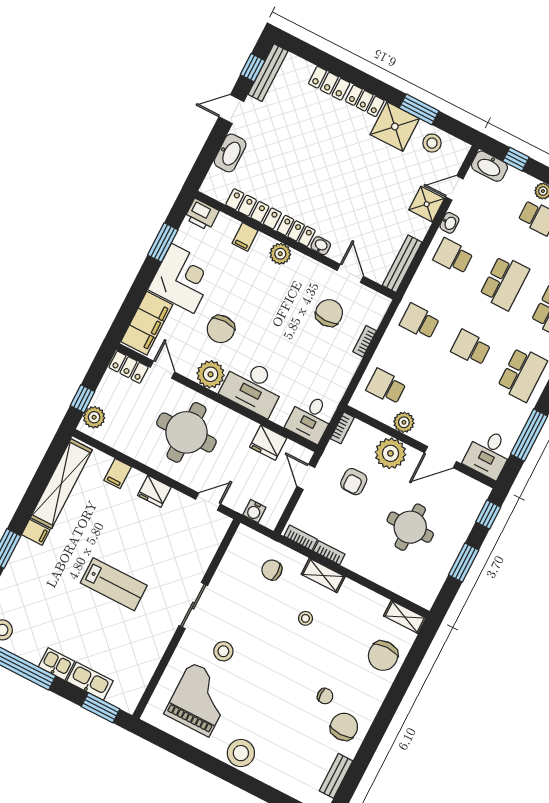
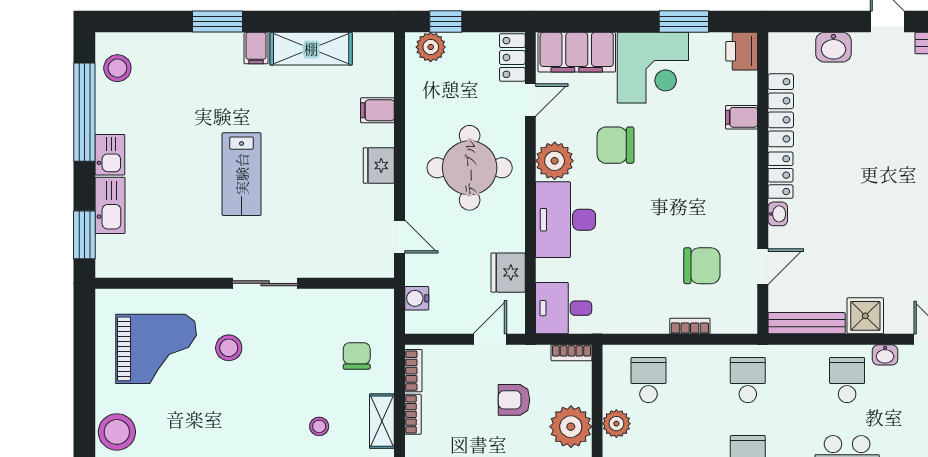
washbasin: (230, 153) -> (833, 47), width x0.72
shower: (427, 204) -> (865, 316), moved
plant: (280, 254) -> (743, 170), removed
shelving: (61, 484) -> (311, 49), width x0.68

